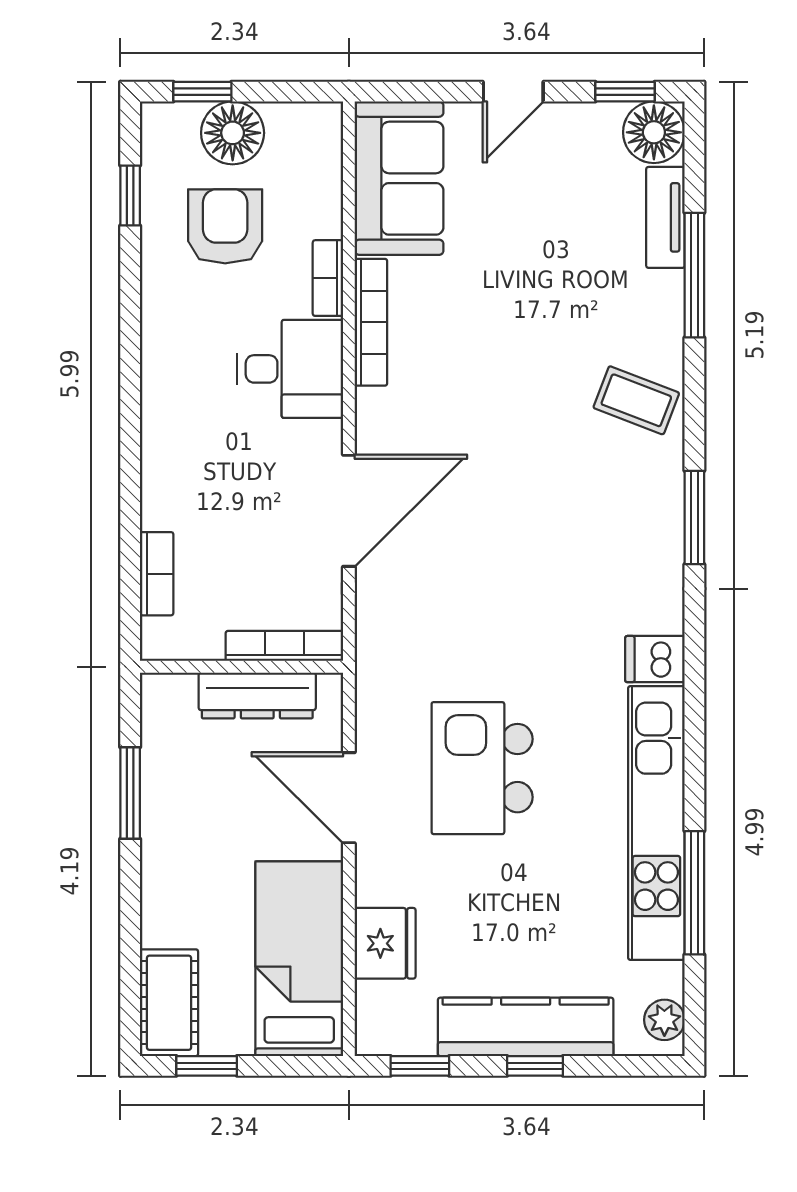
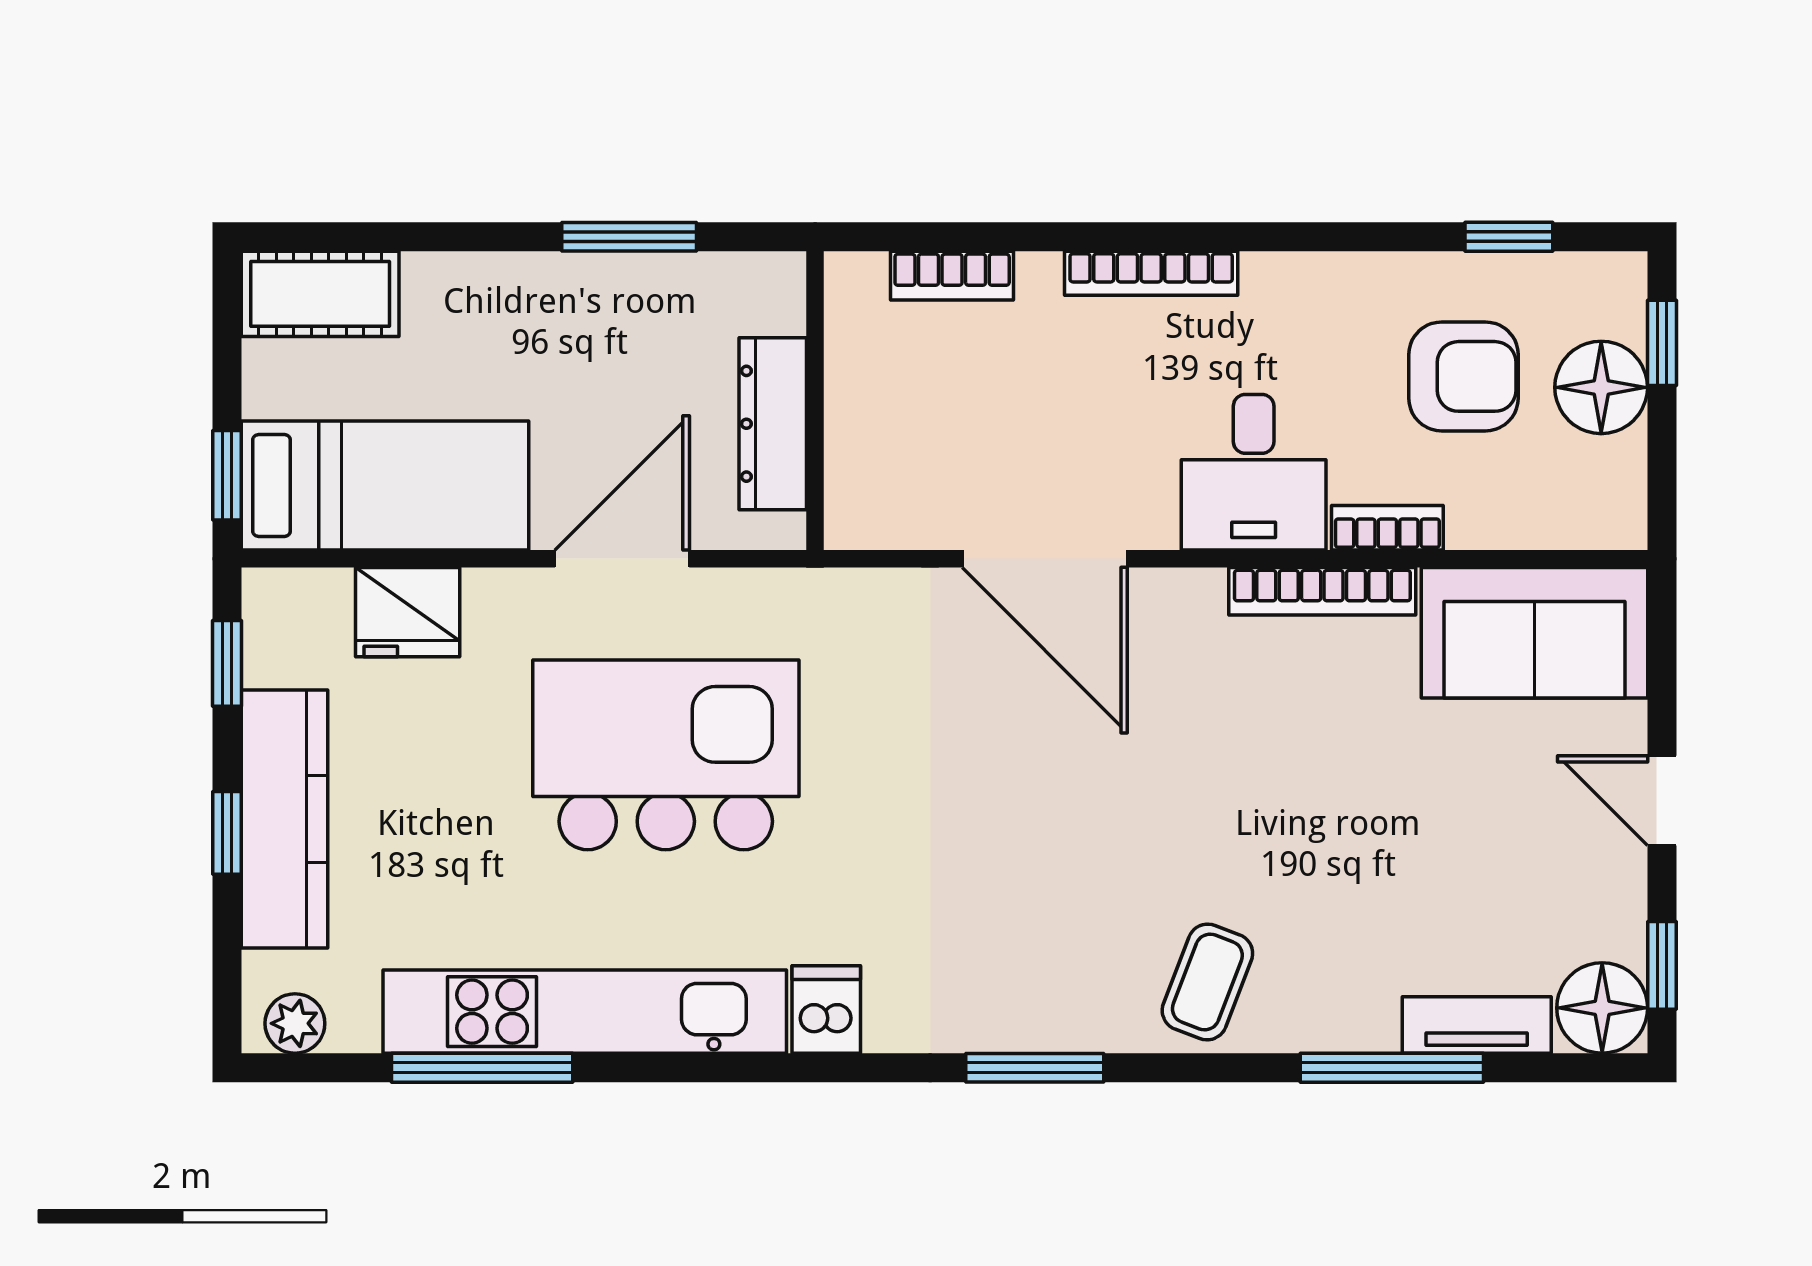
bookcase: (284, 646) -> (1151, 273), moved, turned 90
kitchen island: (482, 768) -> (666, 755), width x1.37, depth x1.28
window: (207, 1066) -> (227, 475), moved

